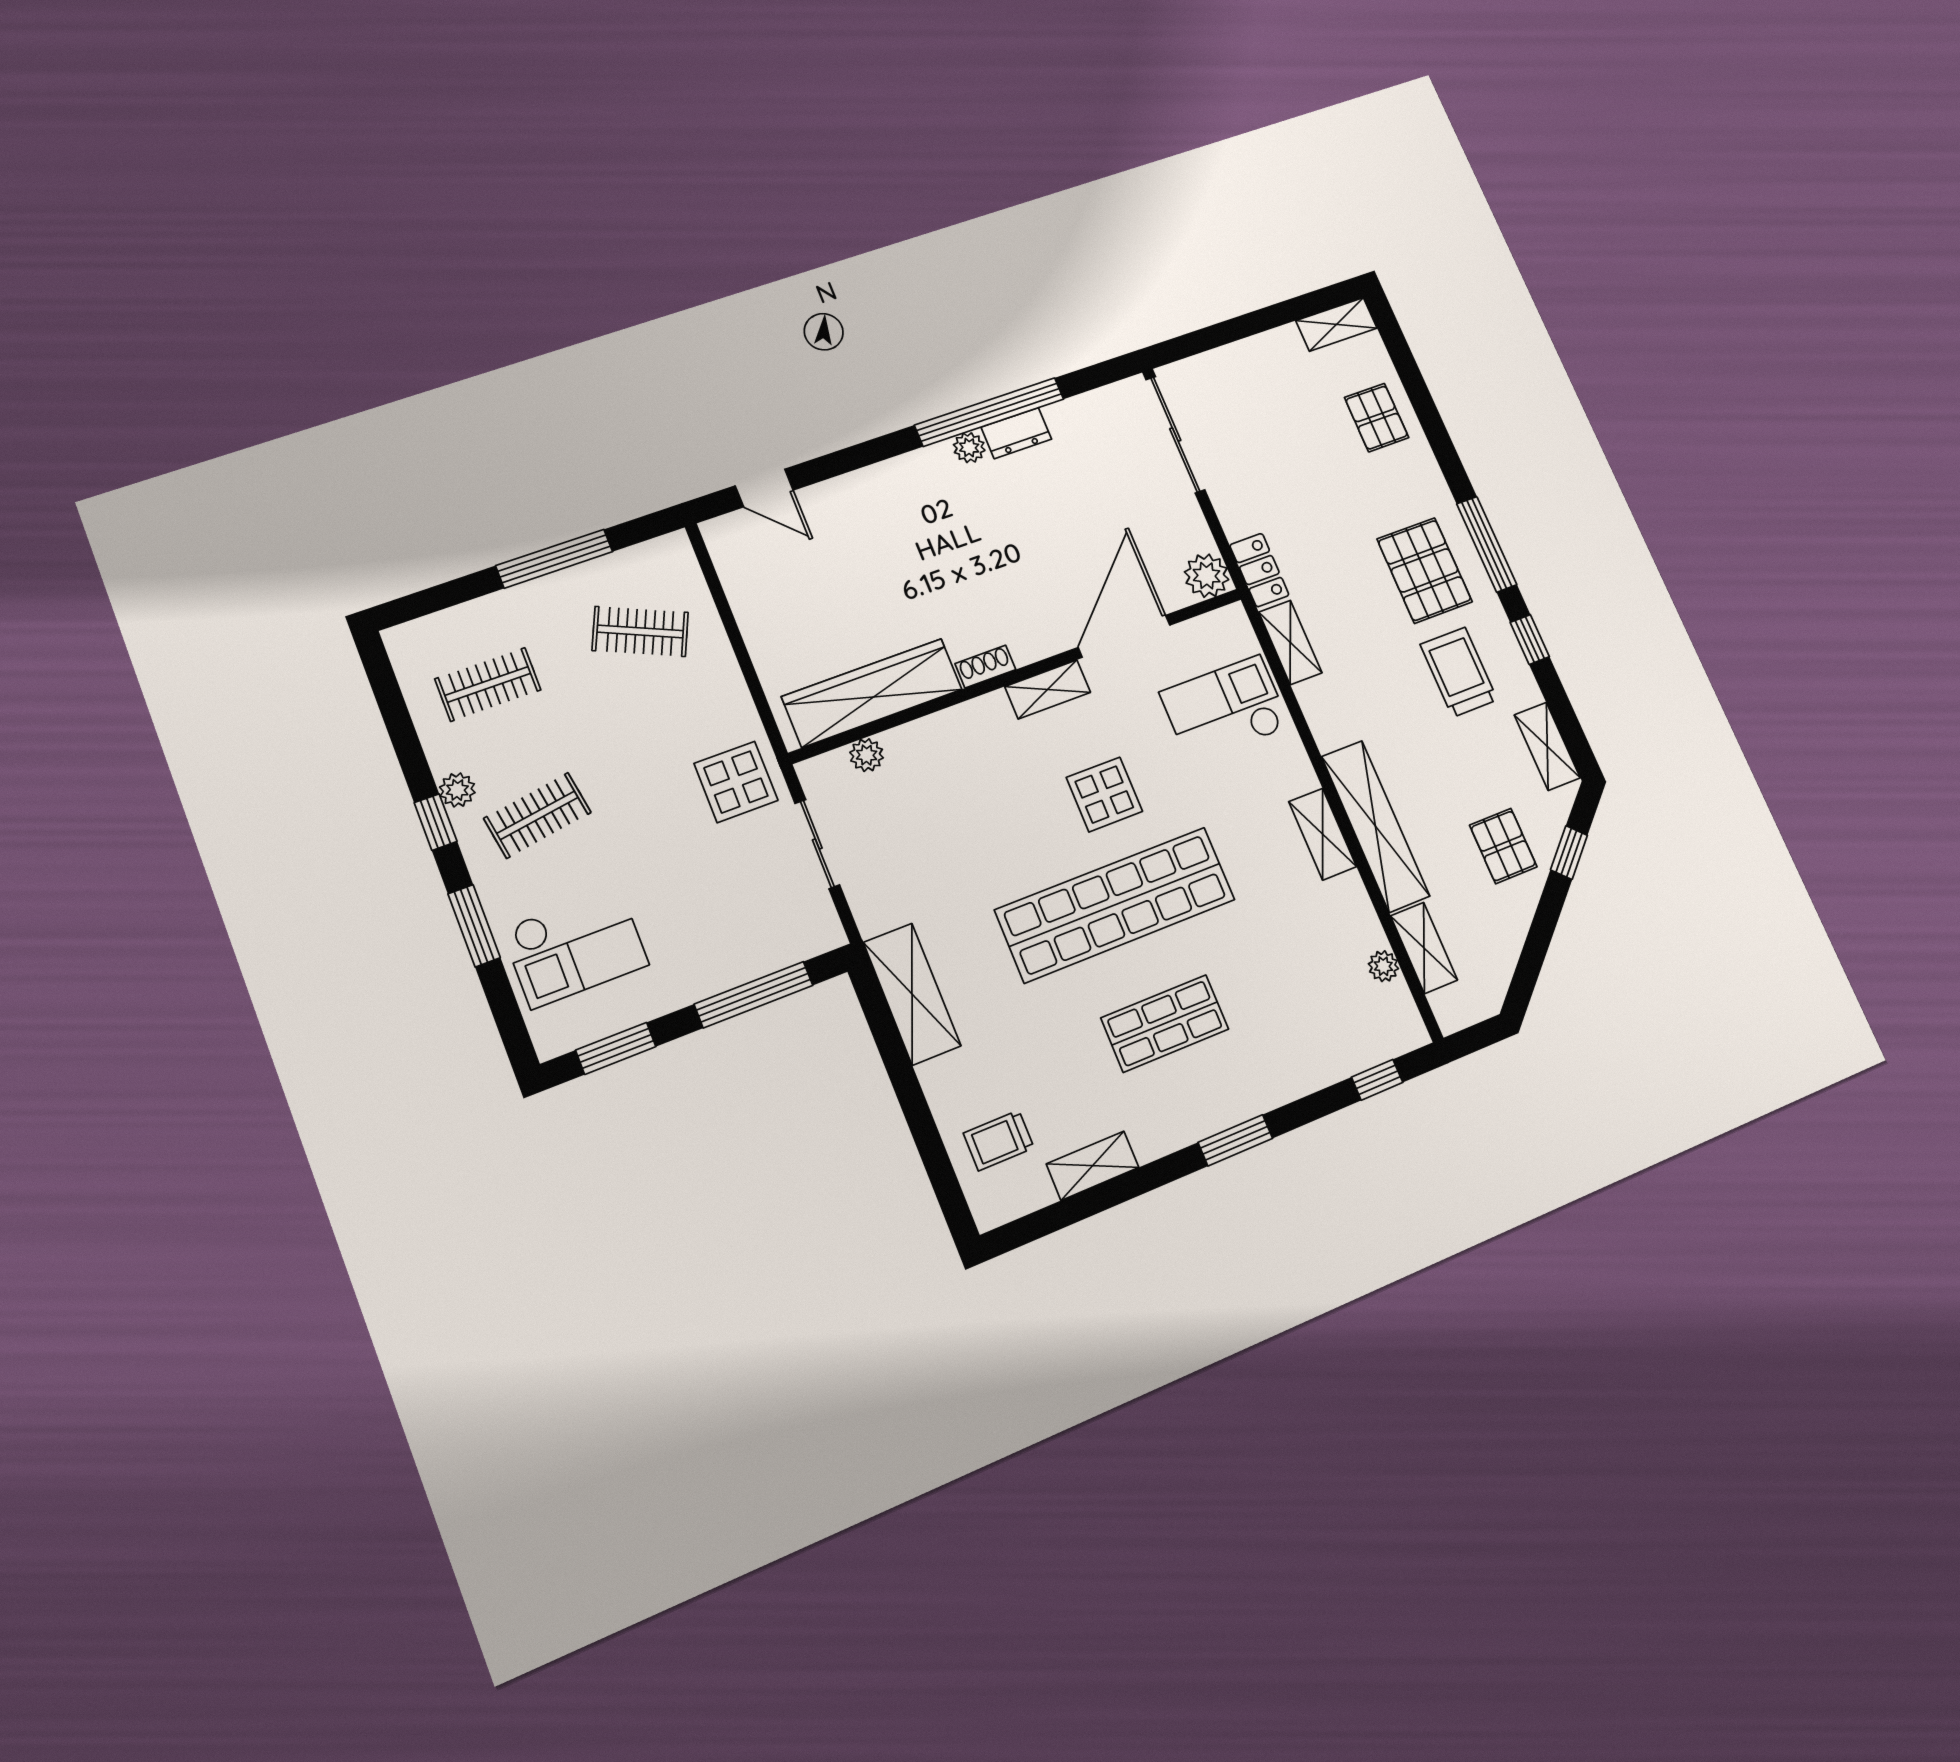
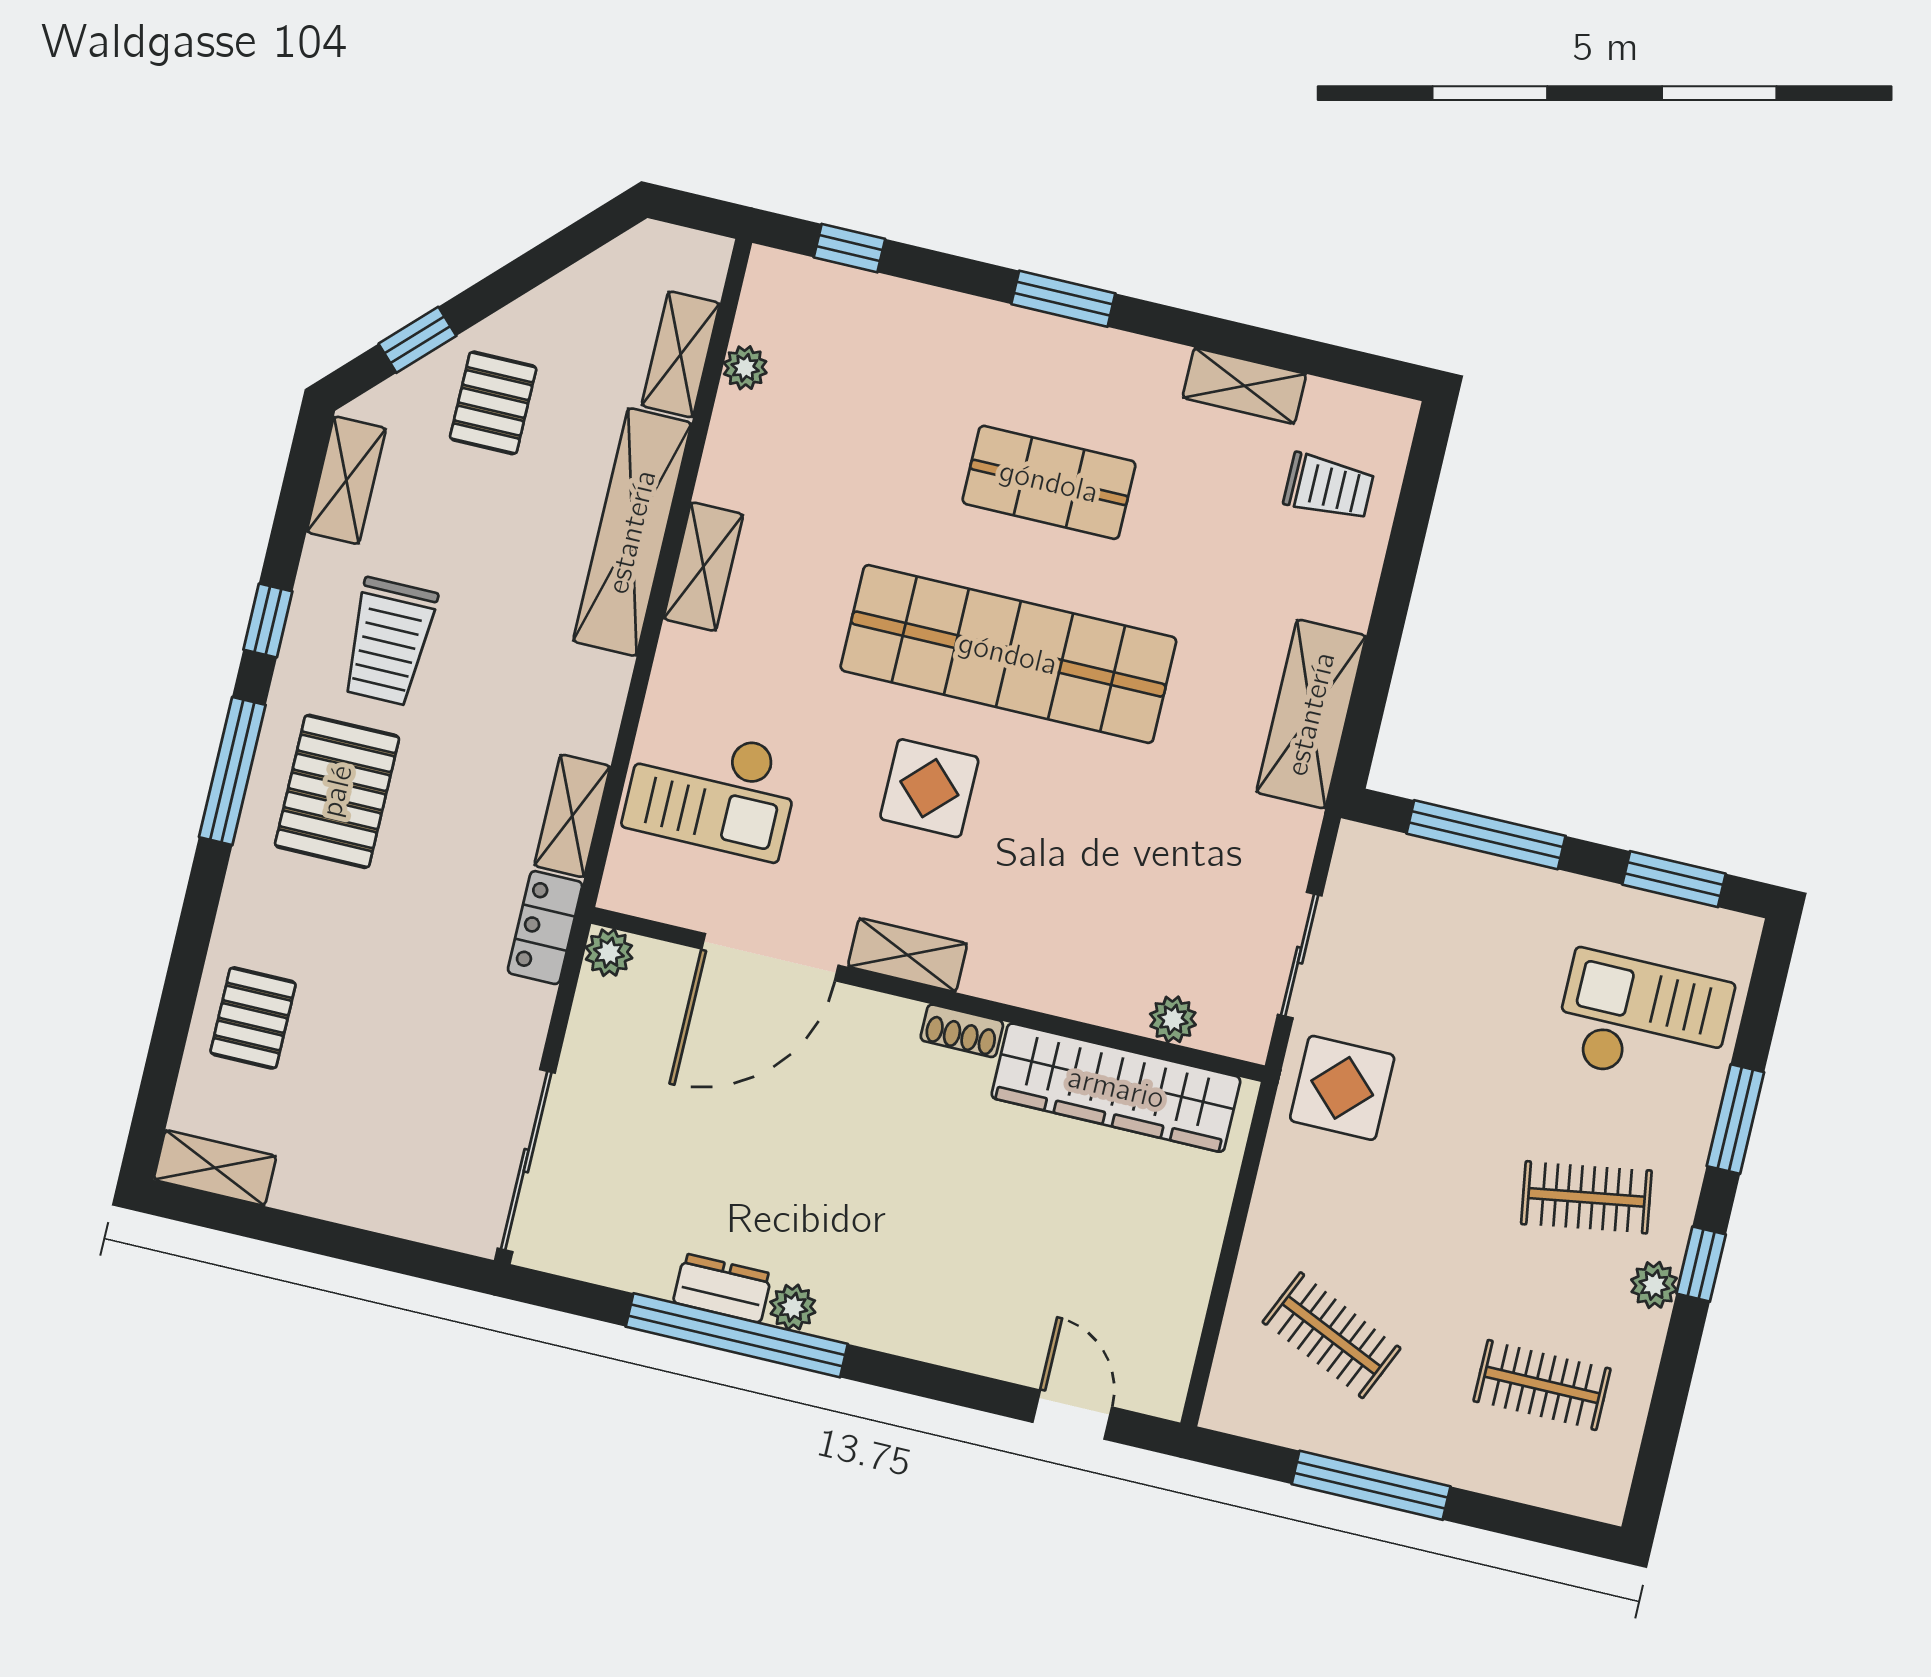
plant: (1207, 576) -> (609, 953), width x0.73, depth x0.73

